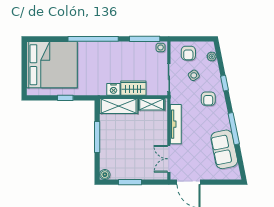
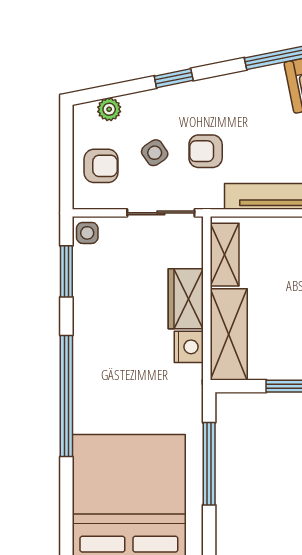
window: (145, 39) -> (66, 271), width x0.69
window: (65, 98) -> (209, 464), width x2.17
armchair: (208, 99) -> (206, 151), moved, turned 180

